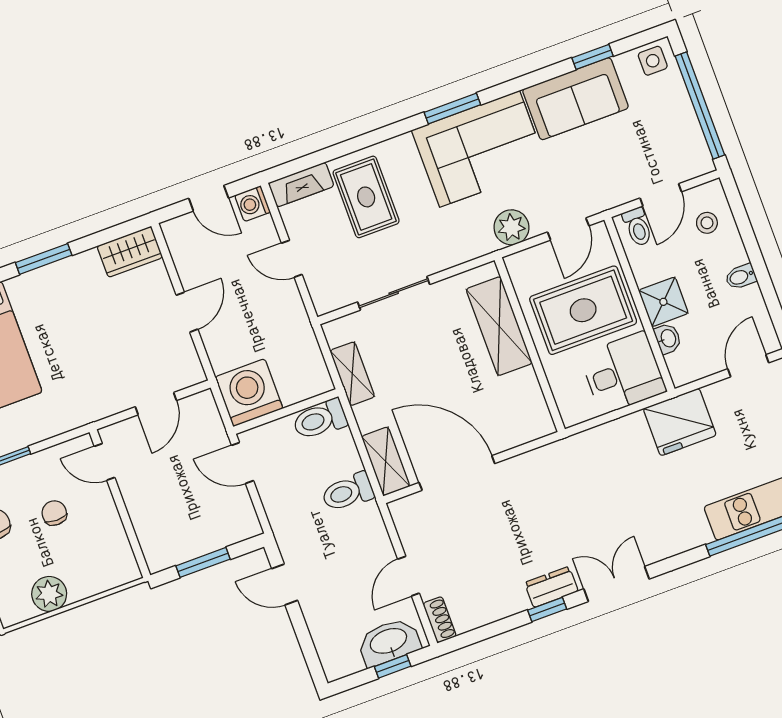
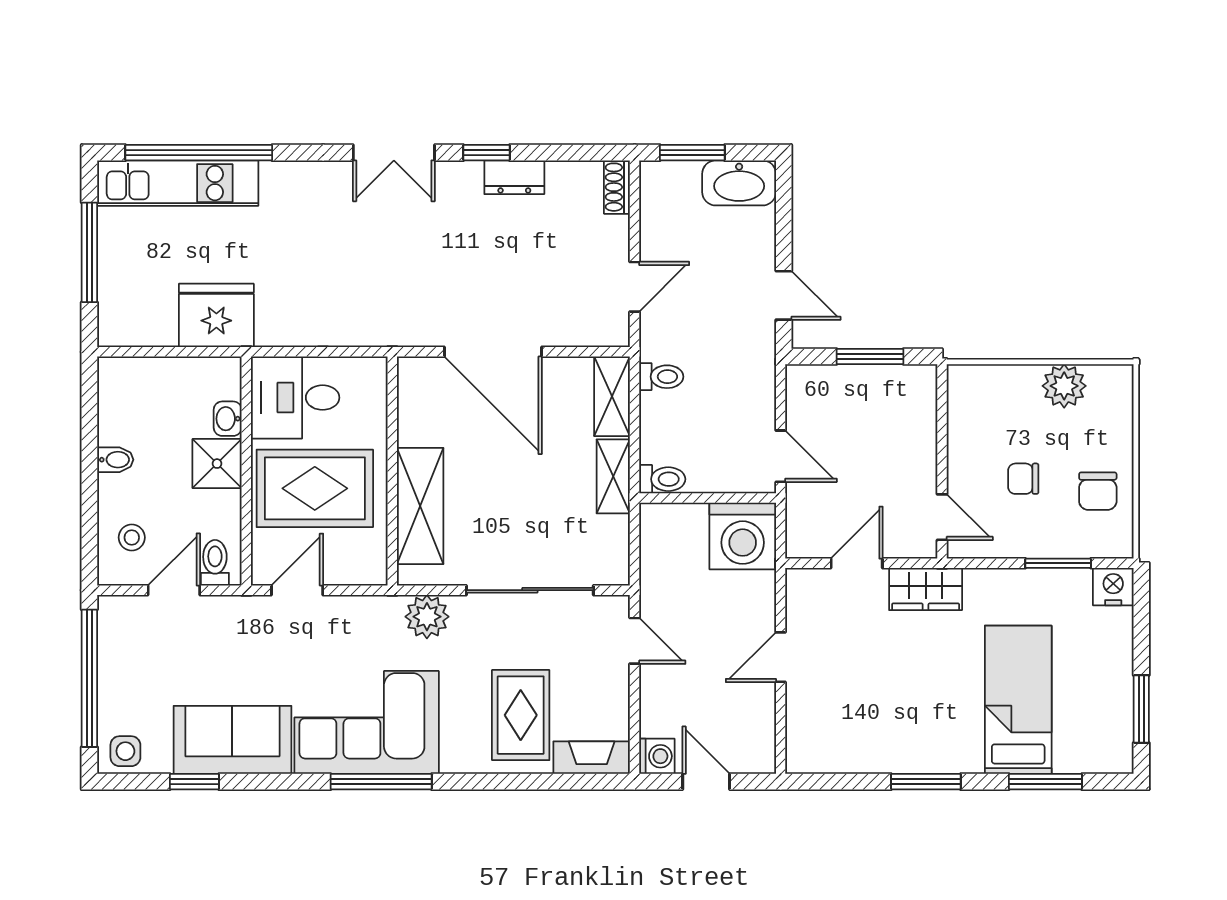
window: (452, 108) -> (381, 782), width x1.44
plant: (511, 227) -> (427, 617), moved
wardrobe: (130, 252) -> (926, 589), moved, turned 180
door: (292, 259) -> (635, 641), moved
sliding door: (394, 293) -> (530, 590), width x1.37
door: (748, 366) -> (145, 352), removed
shelving: (352, 374) -> (613, 476), moved
toilet: (320, 419) -> (662, 479), width x0.73, depth x0.72
fridge: (680, 422) -> (216, 315), moved
door: (457, 473) -> (493, 352), moved
toilet: (348, 492) -> (661, 377), width x0.73, depth x0.72
chair: (54, 513) -> (1023, 479), turned 90
door: (409, 576) -> (635, 287), moved
dresser: (551, 587) -> (514, 177), moved
washbasin: (389, 642) -> (739, 183), moved
window: (393, 666) -> (692, 153), width x1.50

